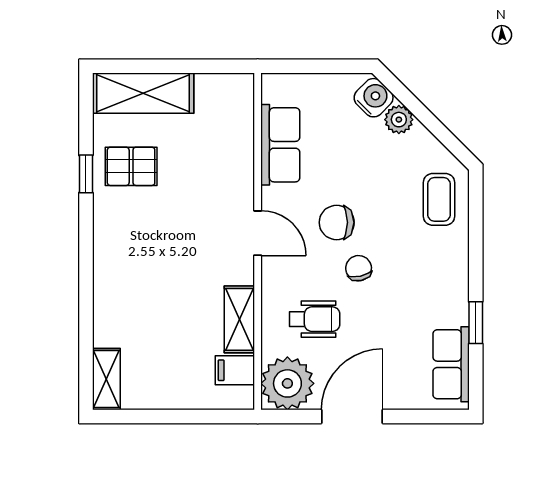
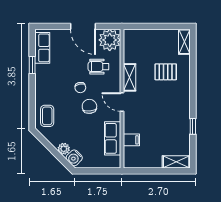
shelving: (143, 93) -> (176, 162), width x0.67, depth x0.75
pallet: (131, 166) -> (166, 72), moved
chair: (337, 222) -> (89, 106), turned -96
shelving: (239, 319) -> (130, 77), moved
filing cabinet: (235, 370) -> (131, 140), moved
door: (352, 416) -> (83, 26), hinge flipped

